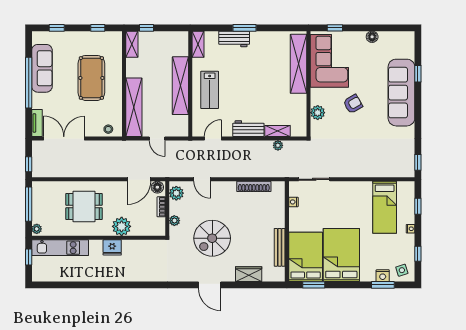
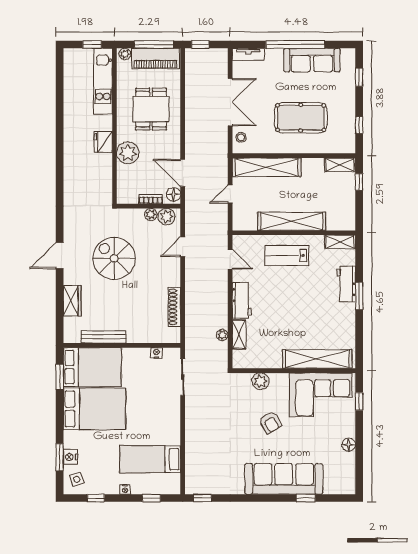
double door: (64, 139) -> (230, 102), moved
piano: (41, 202) -> (156, 59), added
plant: (174, 221) -> (151, 214), moved

